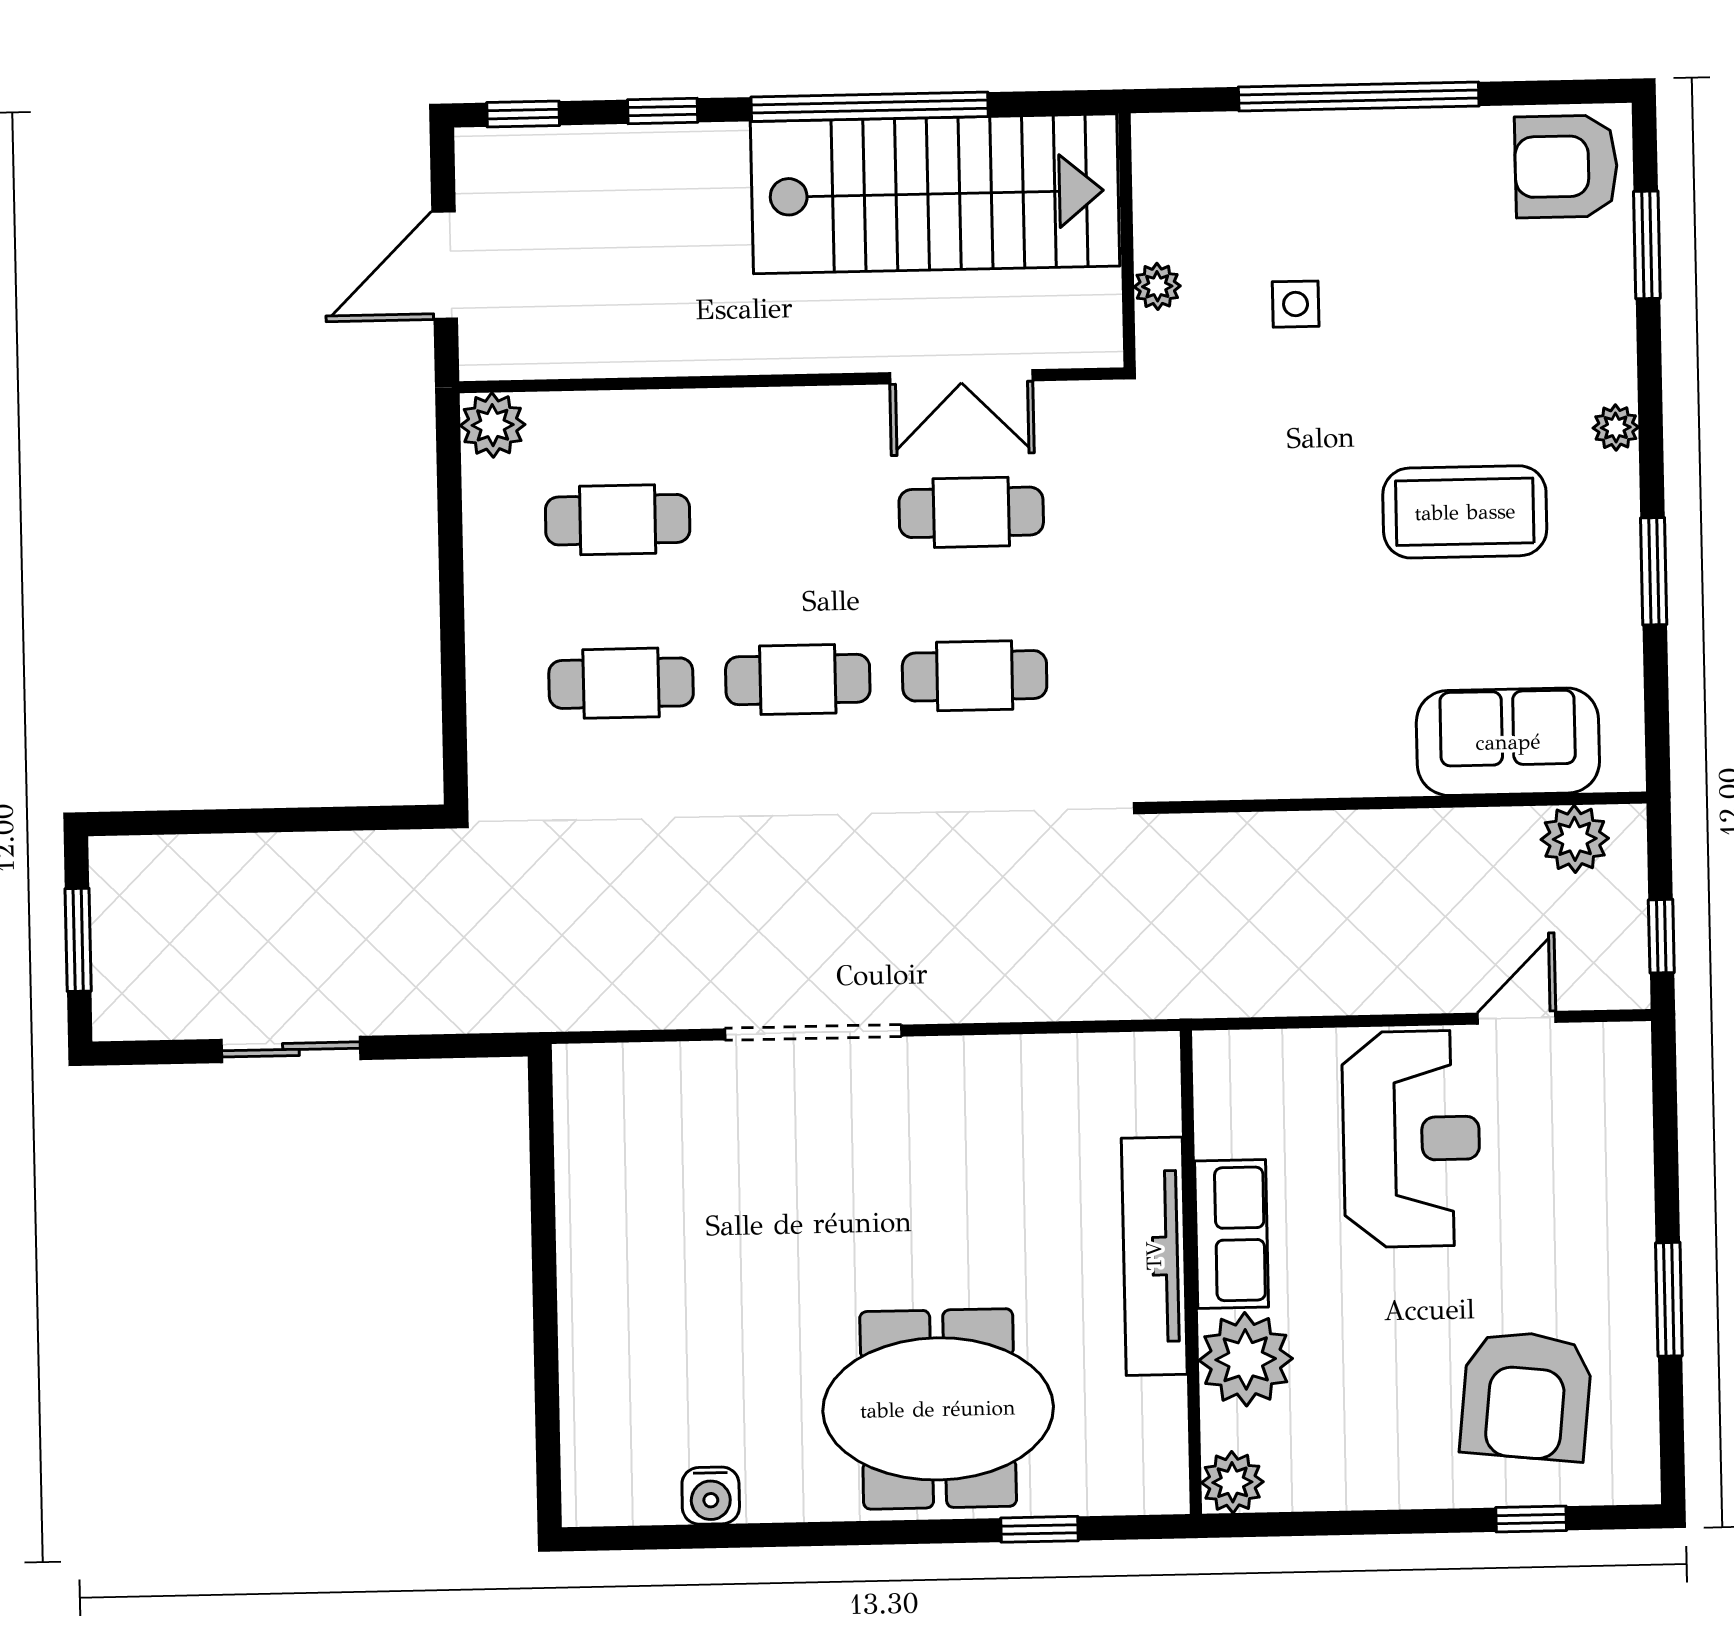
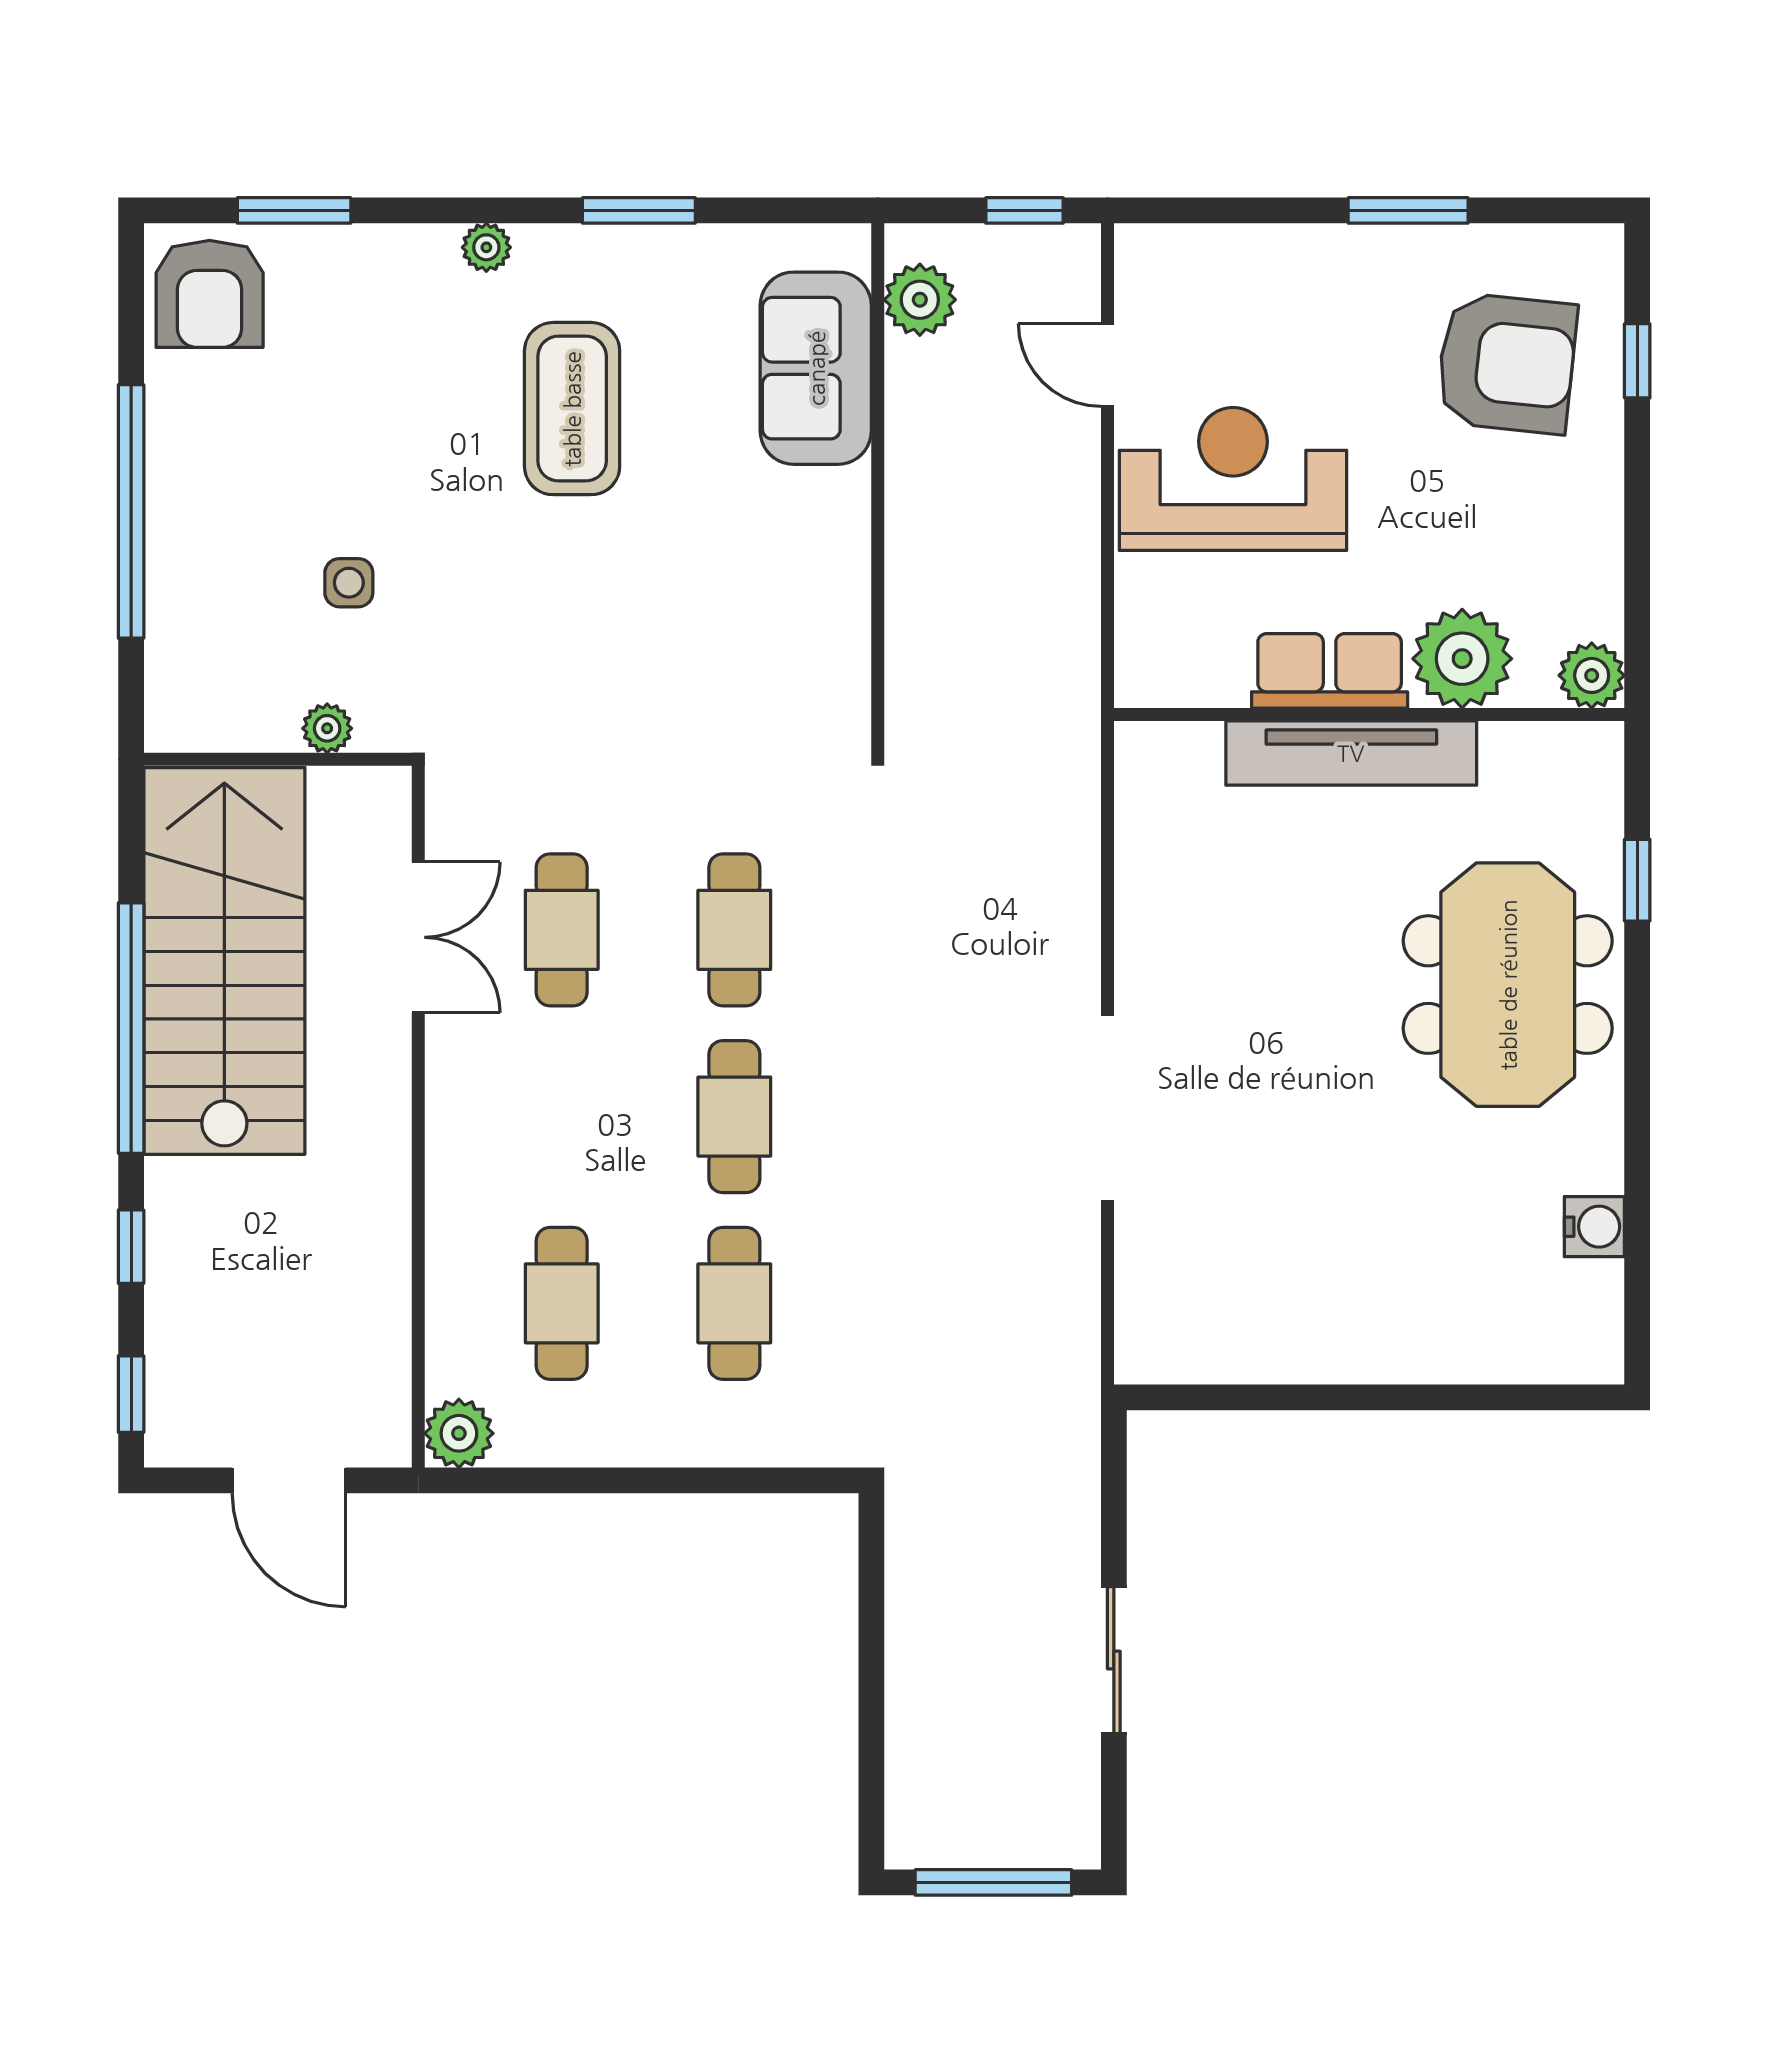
window: (78, 940) -> (993, 1882), width x1.44

